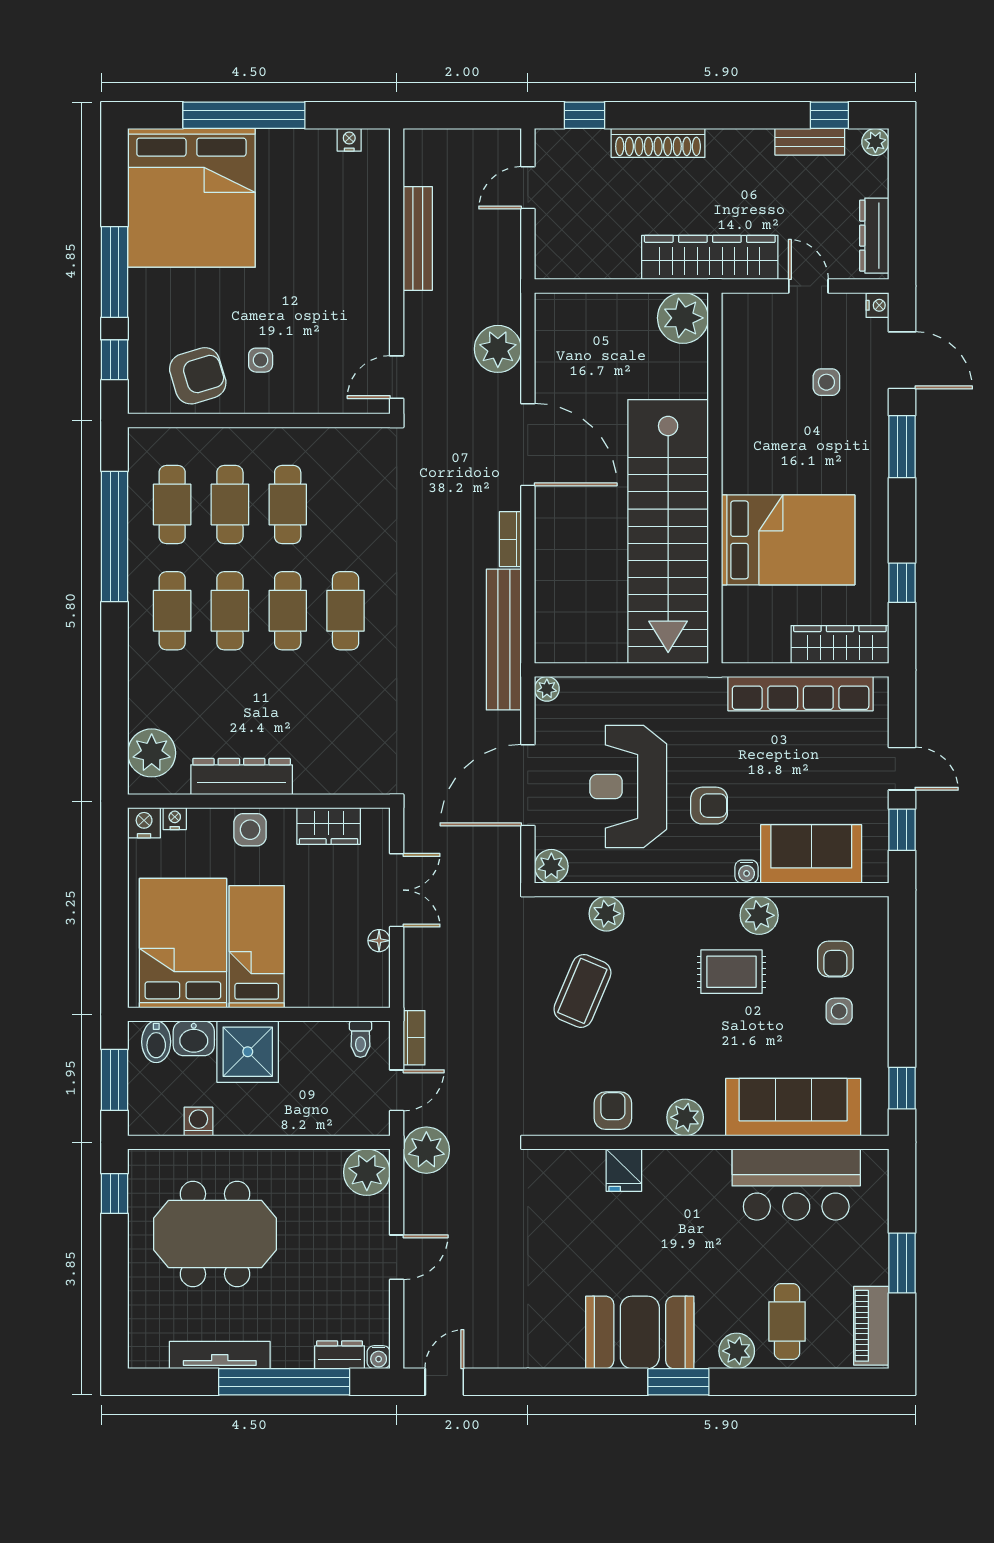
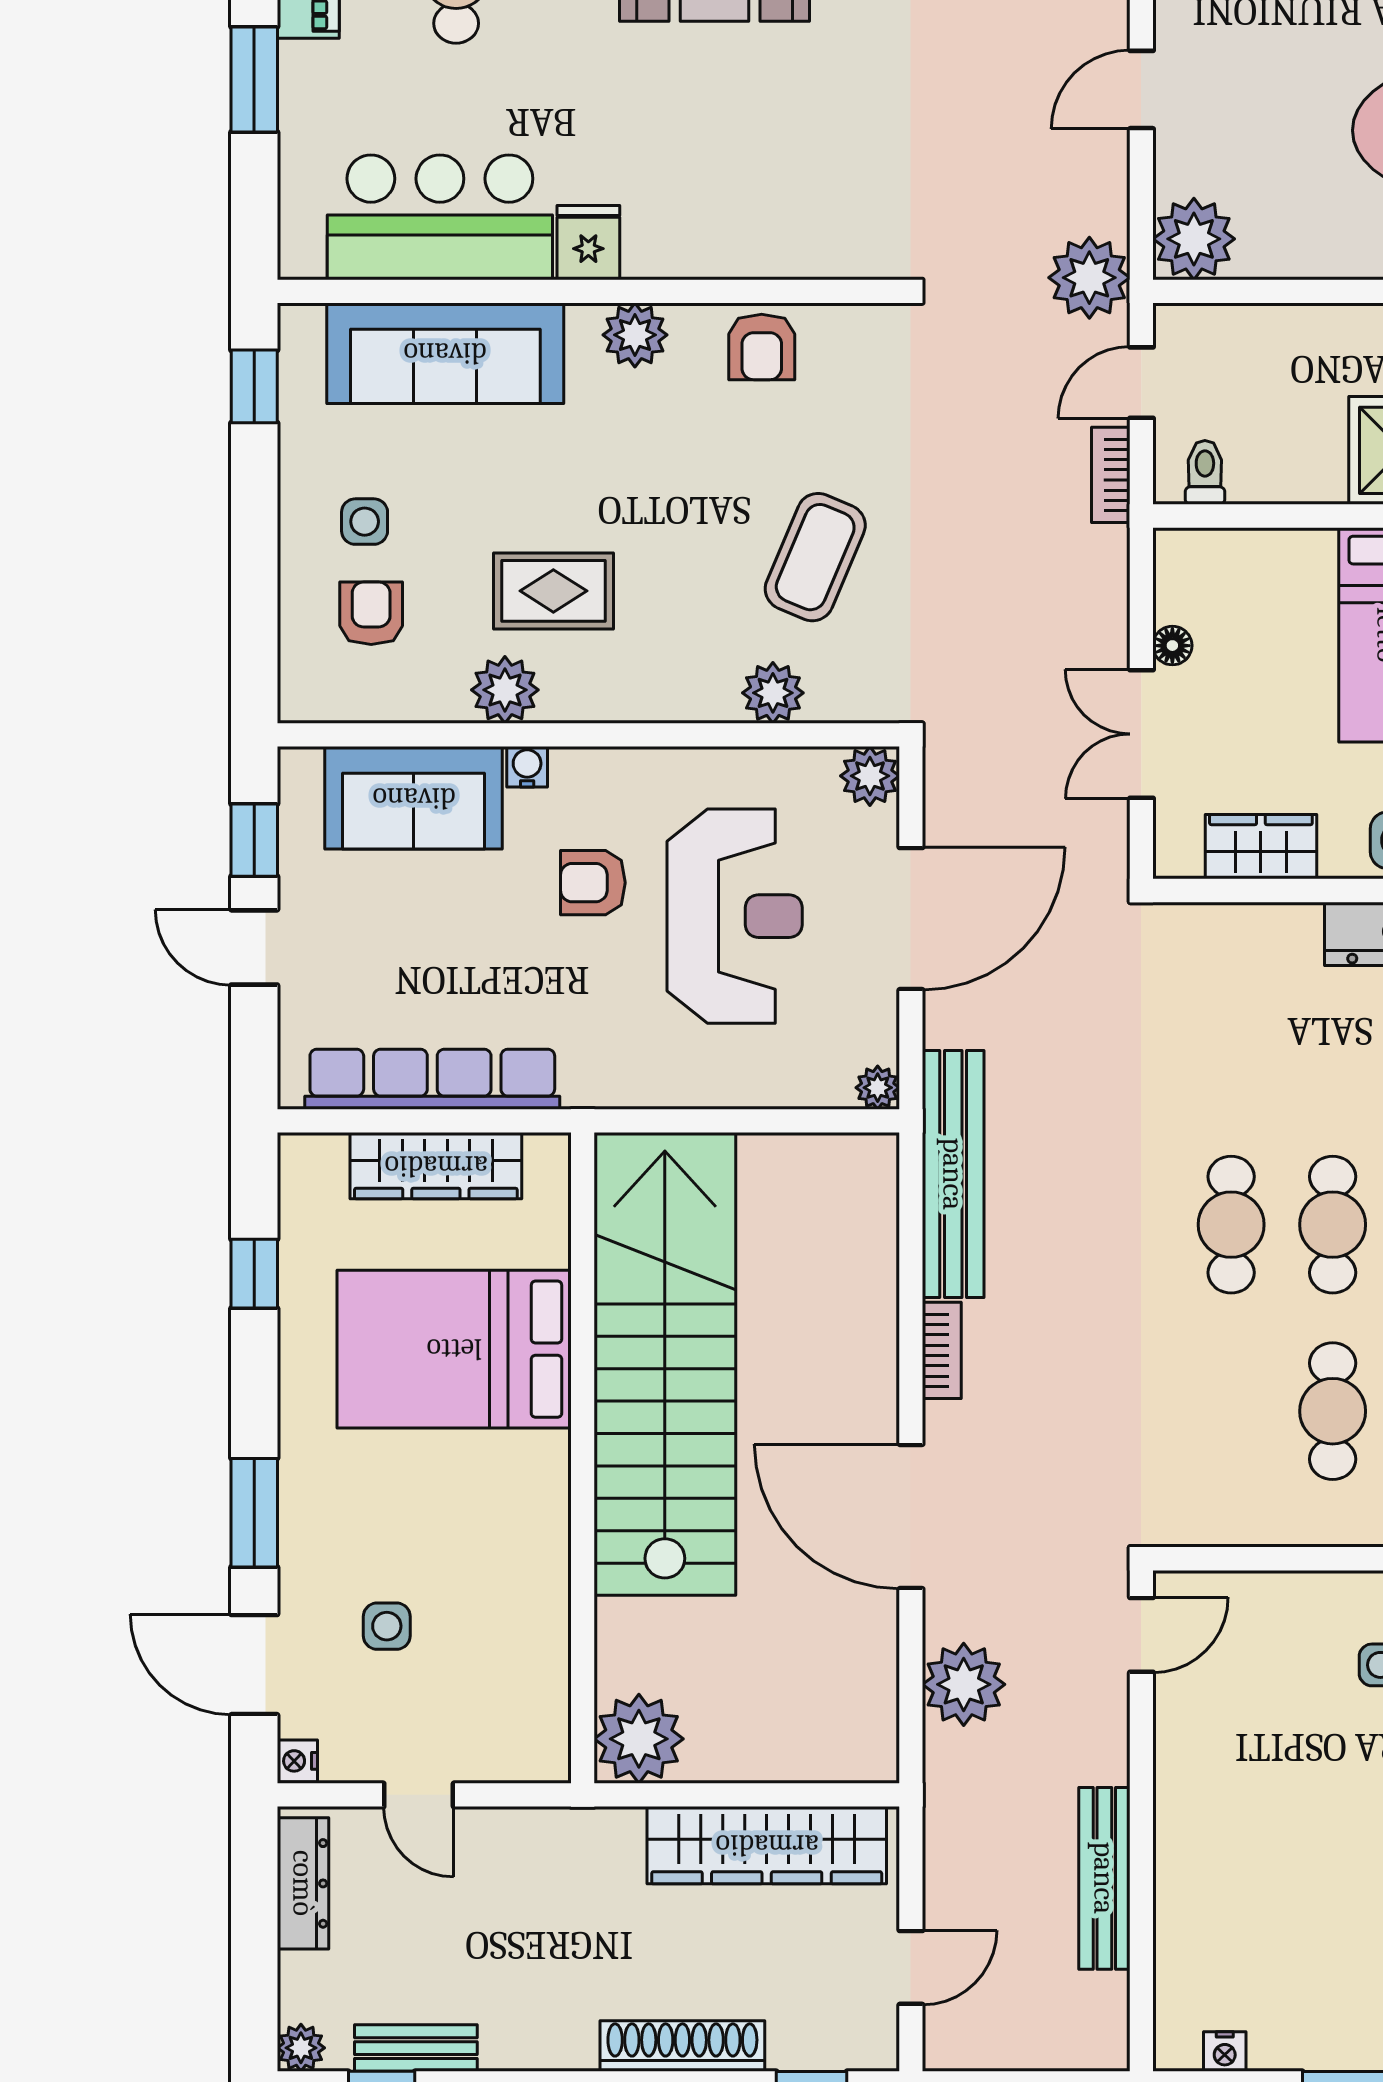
wardrobe: (710, 257) -> (767, 1845), moved
wardrobe: (840, 644) -> (436, 1166), moved
fridge: (624, 1170) -> (588, 243), moved

